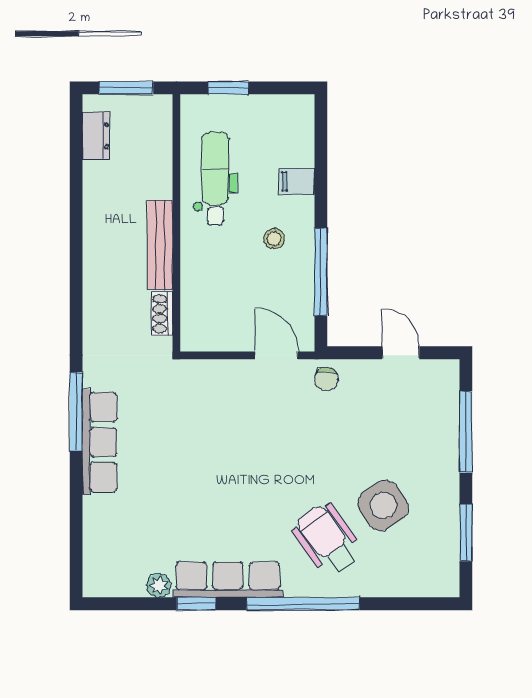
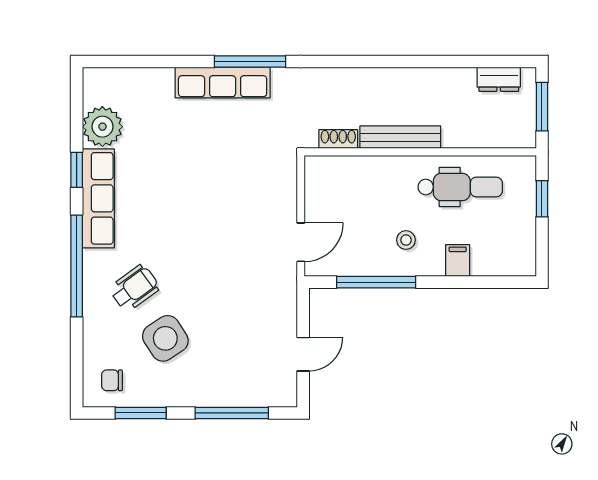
chair: (326, 379) -> (112, 380), moved
wheelchair: (327, 540) -> (135, 288), width x0.73, depth x0.73
plant: (159, 586) -> (102, 127), width x1.88, depth x1.88

